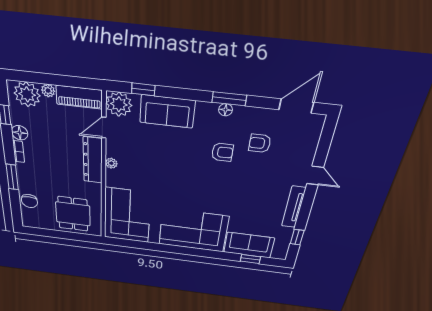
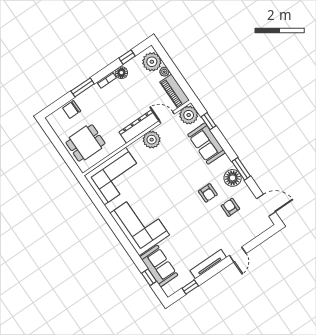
floor lamp: (226, 110) -> (233, 178), width x1.89, depth x1.89
plant: (111, 163) -> (152, 140), width x1.87, depth x1.87

